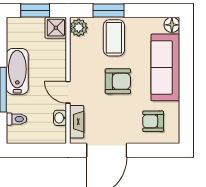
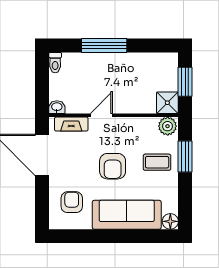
coffee table: (114, 38) -> (157, 162), width x0.73, depth x0.77
bathtub: (17, 71) -> (123, 63), removed
washbasin: (60, 118) -> (57, 107), moved
toilet: (16, 119) -> (55, 63), moved

